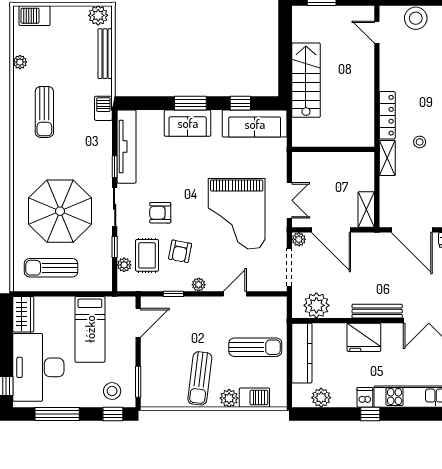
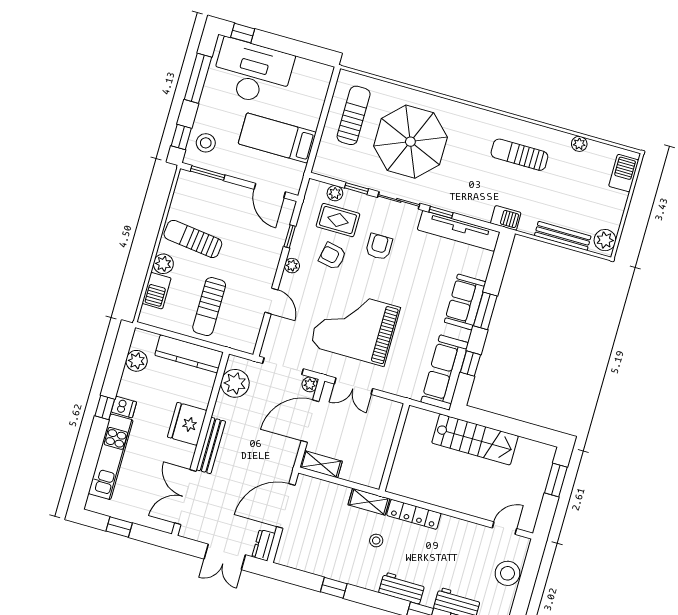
wardrobe: (23, 314) -> (313, 72), removed

